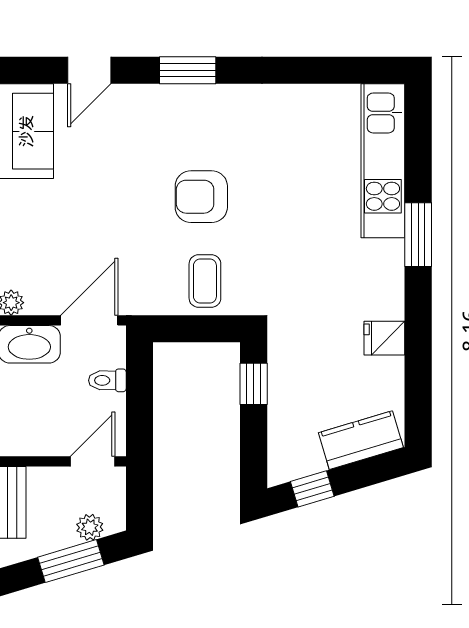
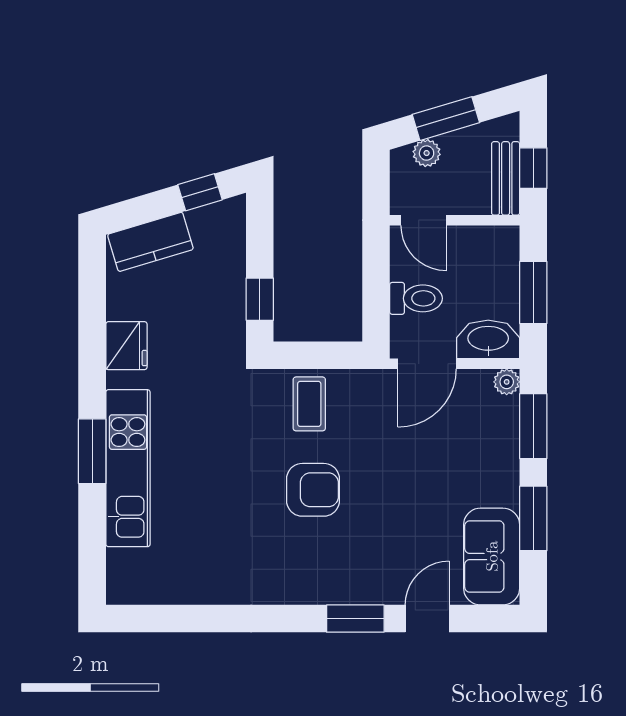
window: (188, 70) -> (355, 619), moved
kitchen unit: (383, 161) -> (128, 468), moved
fridge: (384, 338) -> (126, 346), width x1.38
toilet: (107, 380) -> (416, 298), width x1.37, depth x1.39
door: (93, 461) -> (424, 220), hinge flipped

